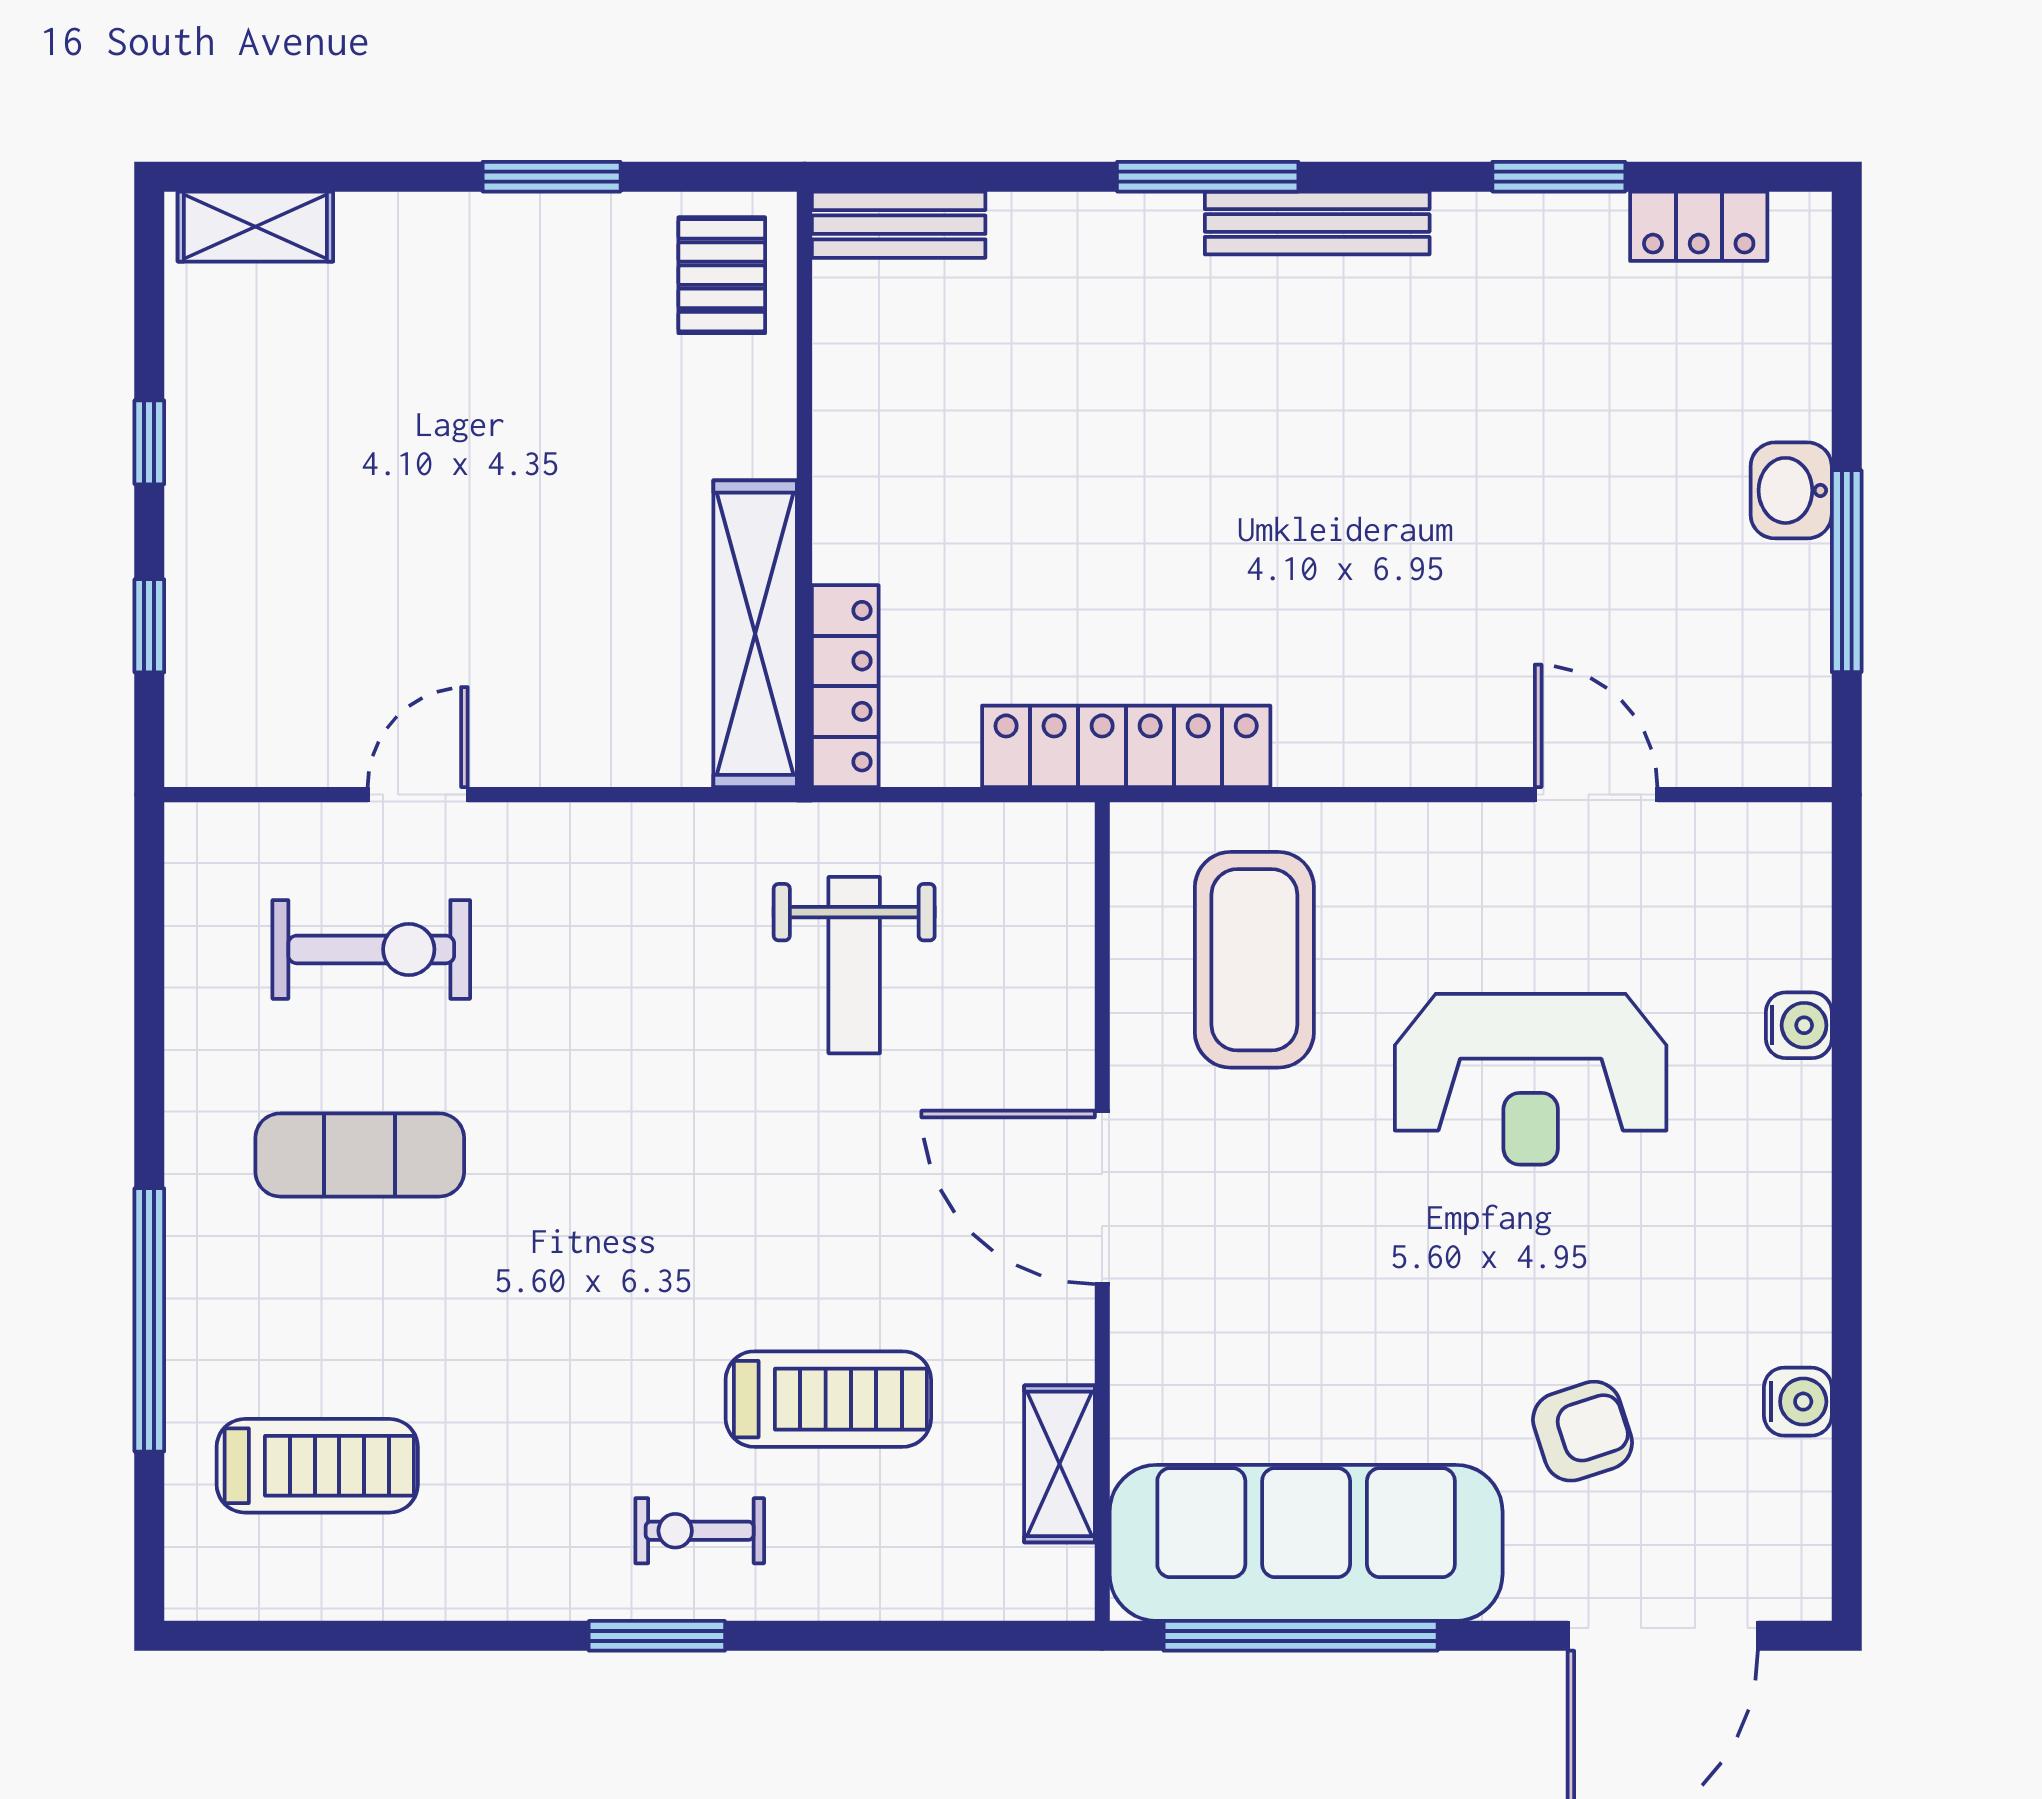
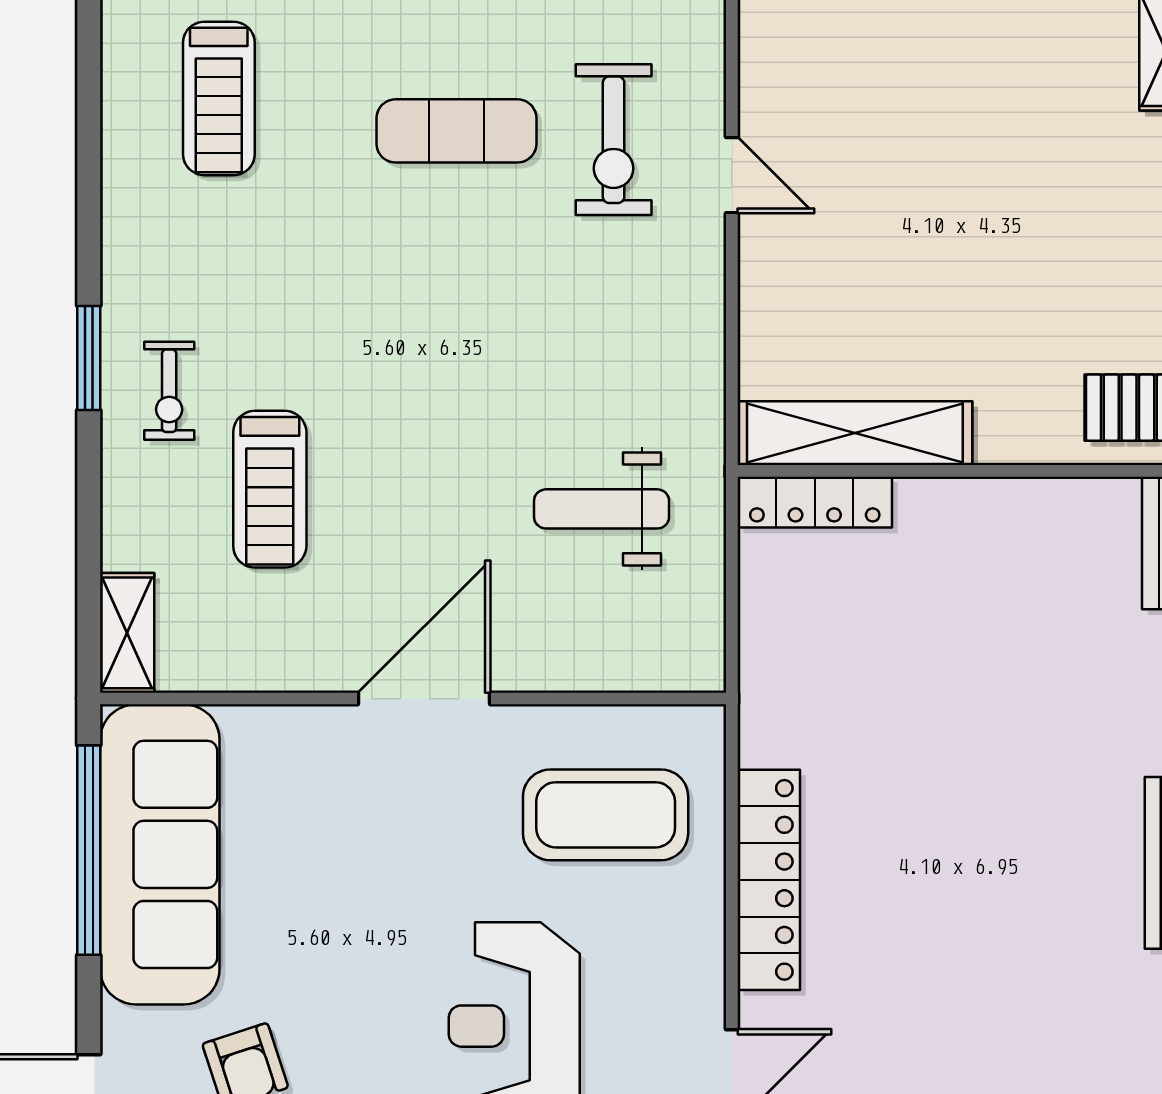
locker: (1126, 746) -> (769, 880), moved
exercise mat: (360, 1155) -> (456, 131), turned 90
shelving: (1059, 1464) -> (127, 633), moved, turned 90
exercise bike: (700, 1531) -> (169, 391), turned 180

